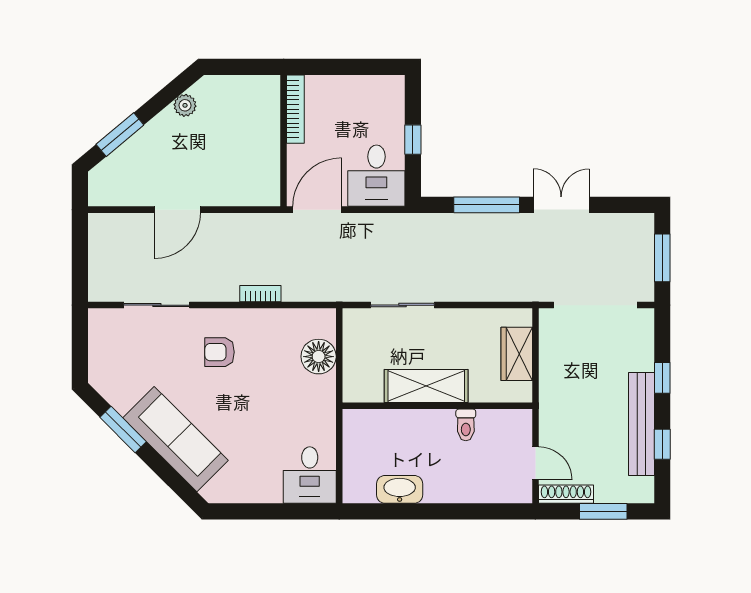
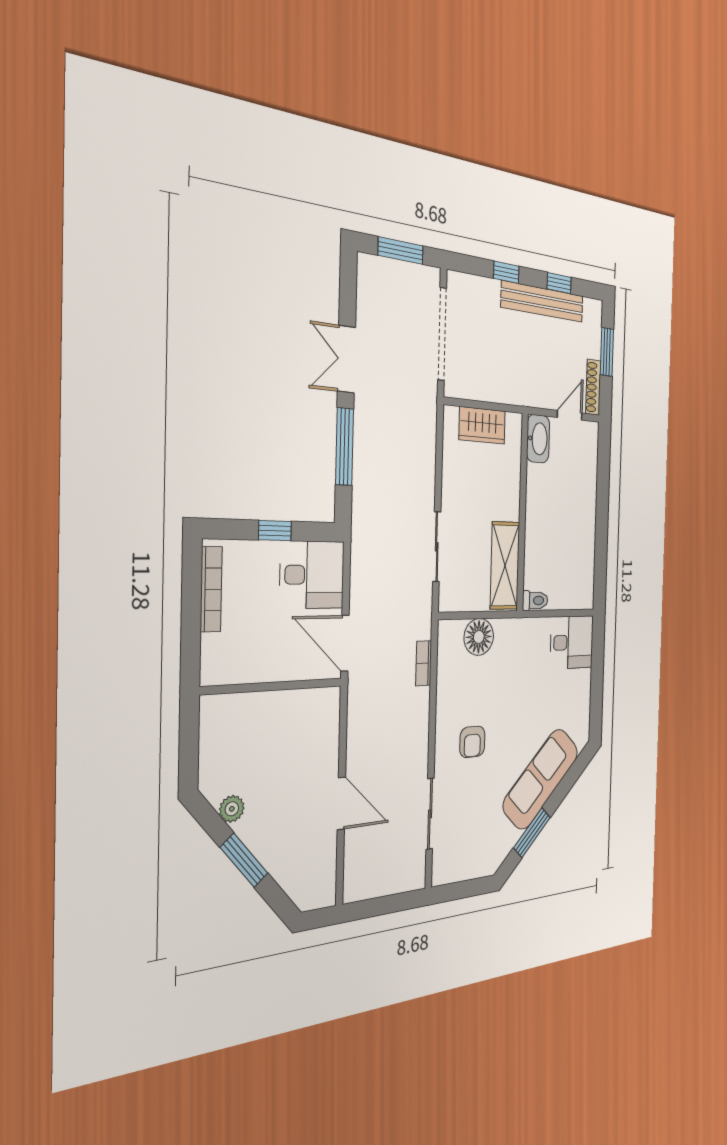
bookcase: (295, 109) -> (211, 589), moved, turned 90
window: (120, 135) -> (244, 860), moved
bookcase: (260, 294) -> (424, 663), moved
shelving: (426, 386) -> (505, 566), moved
toilet: (466, 425) -> (535, 600), moved
washbasin: (400, 489) -> (538, 439), moved, turned 180

